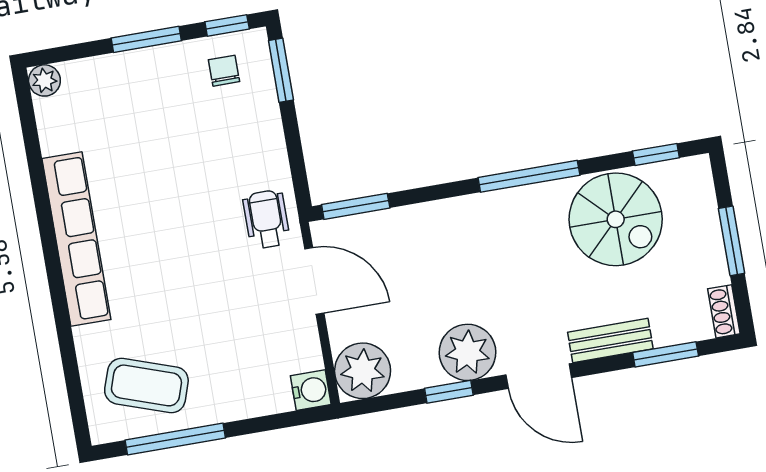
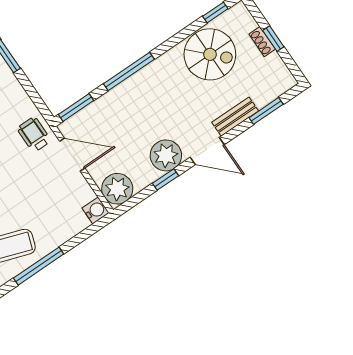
window: (529, 176) -> (129, 71), moved
window: (732, 241) -> (273, 39), width x0.67
shoe rack: (724, 311) -> (262, 42), moved

